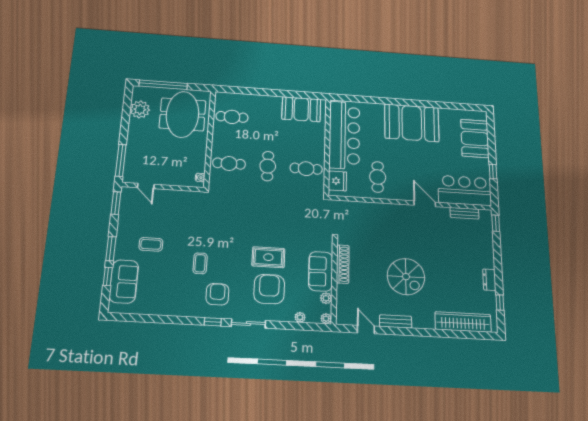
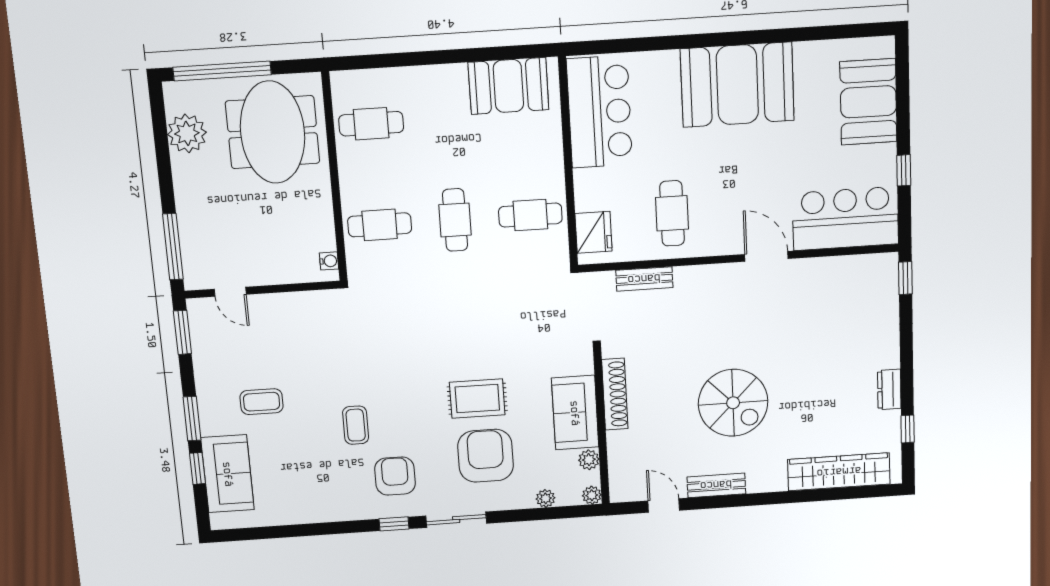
bar counter: (344, 135) -> (600, 112), width x0.73
bench: (464, 213) -> (644, 279), moved

